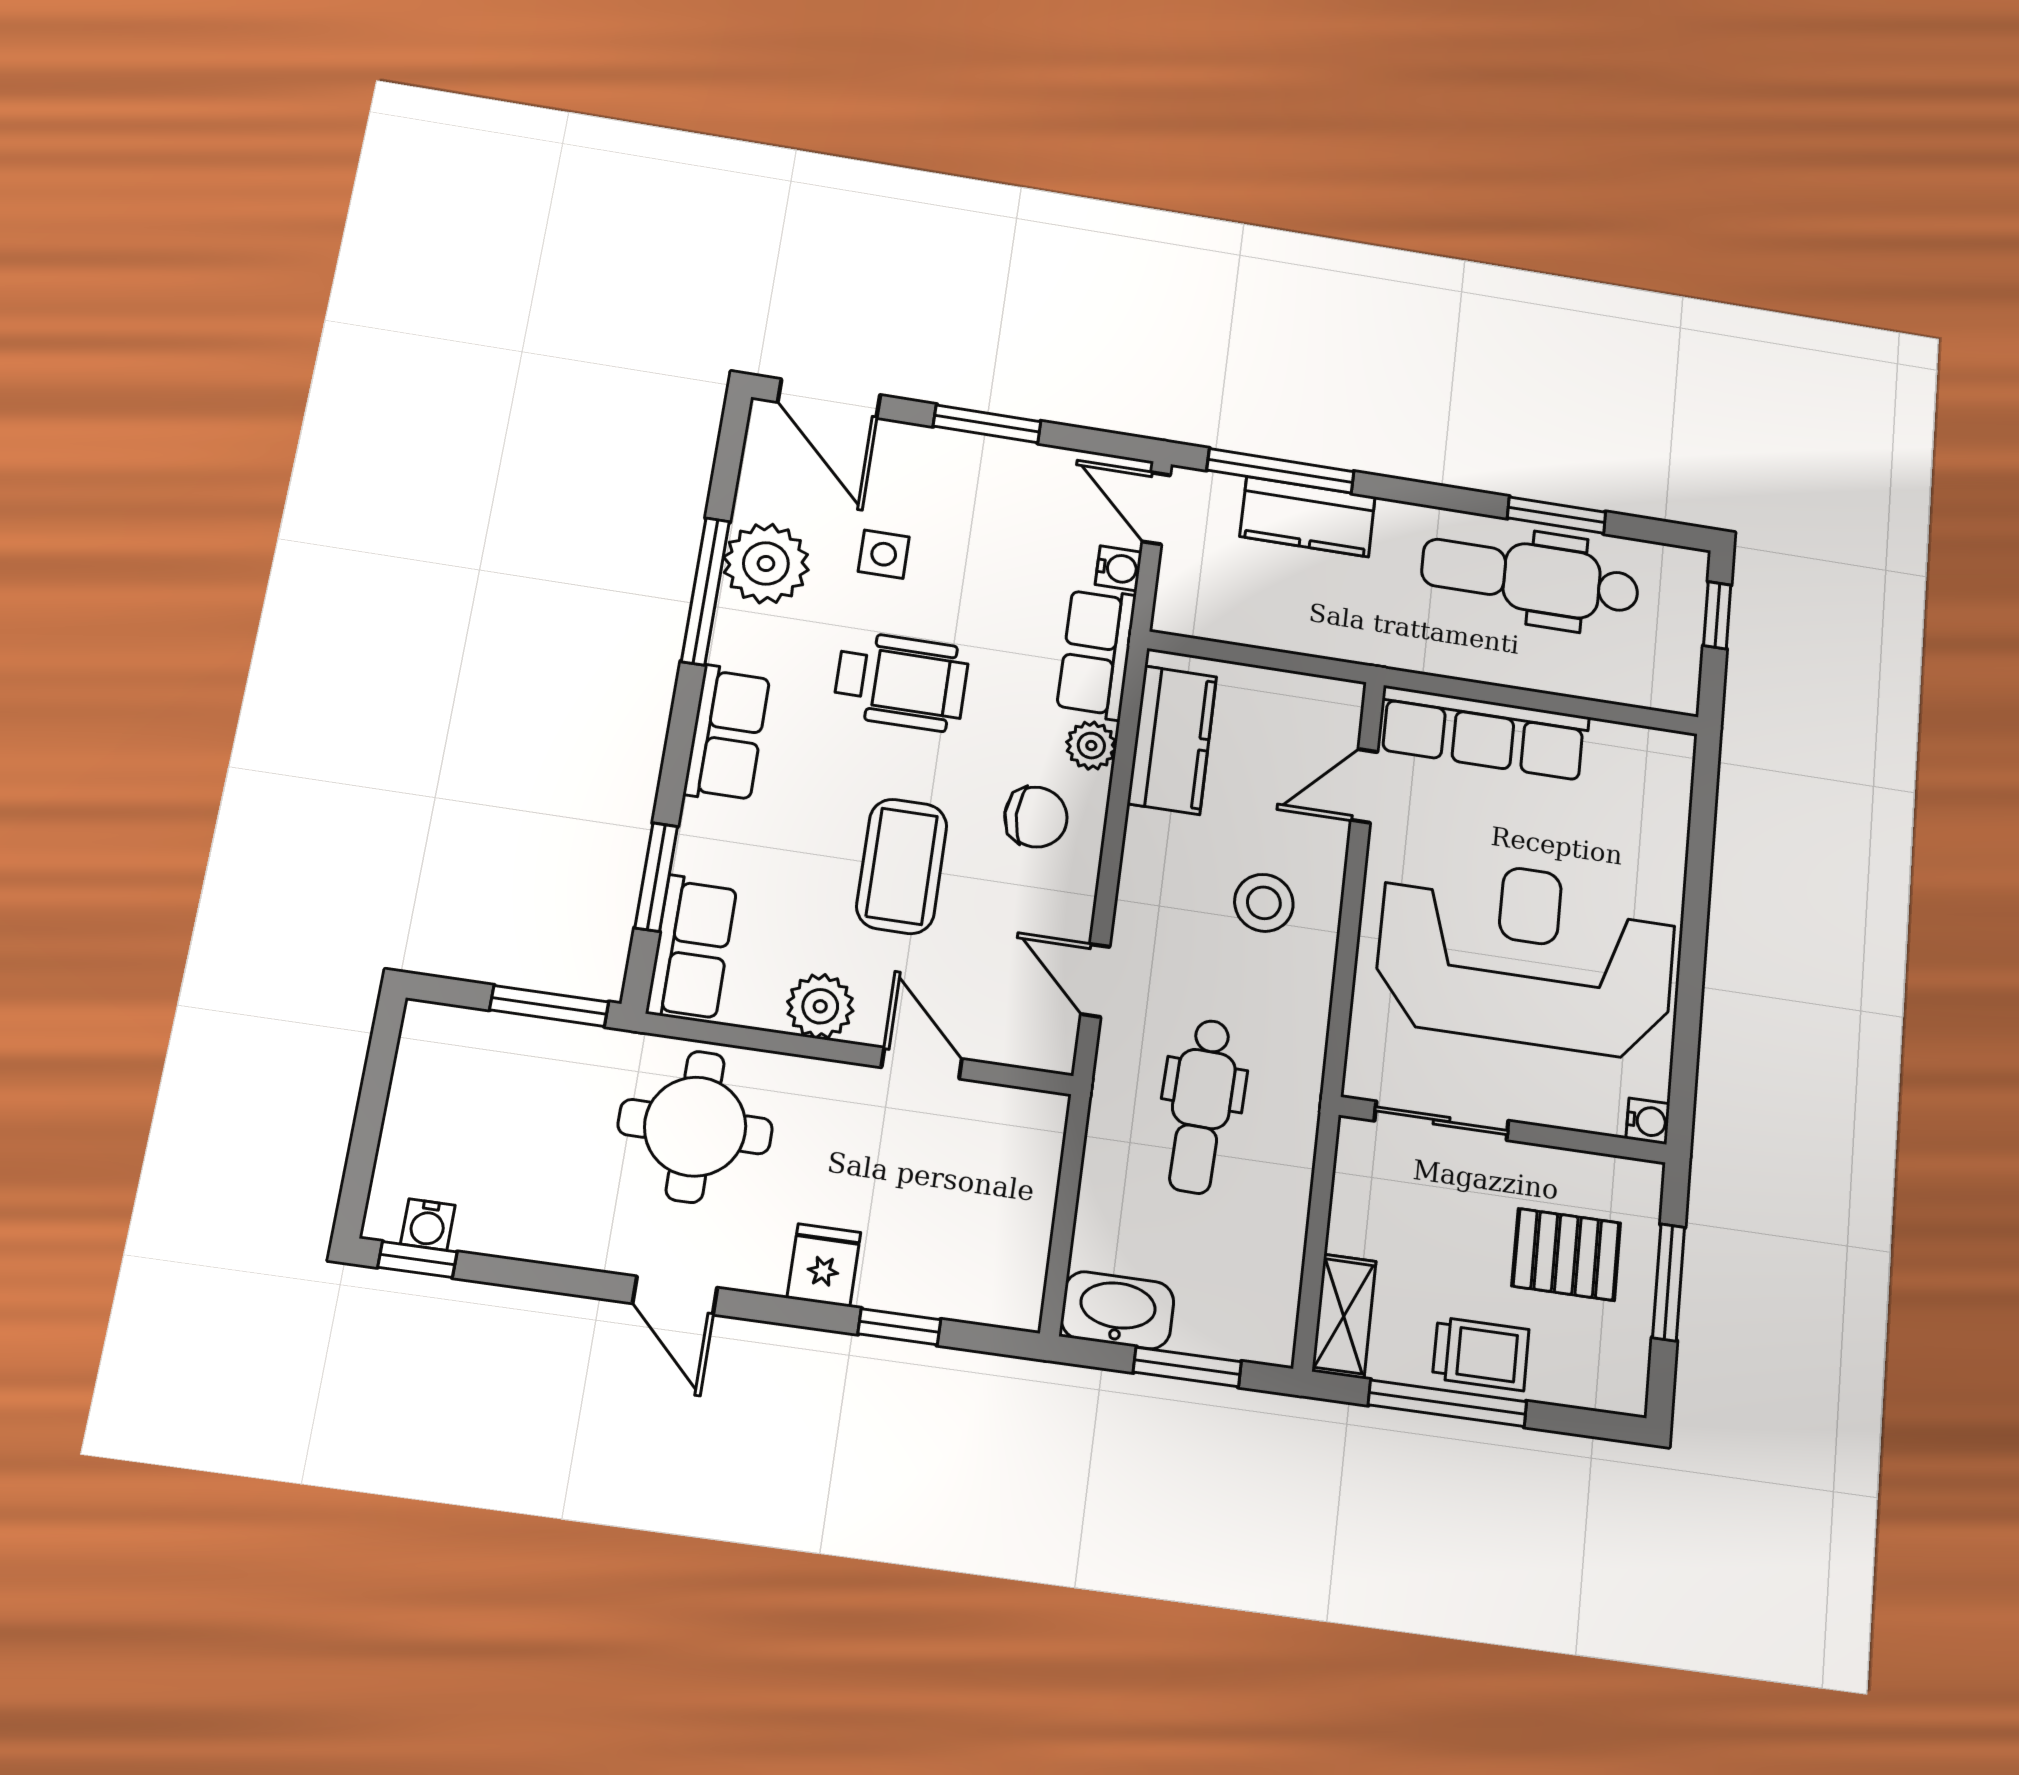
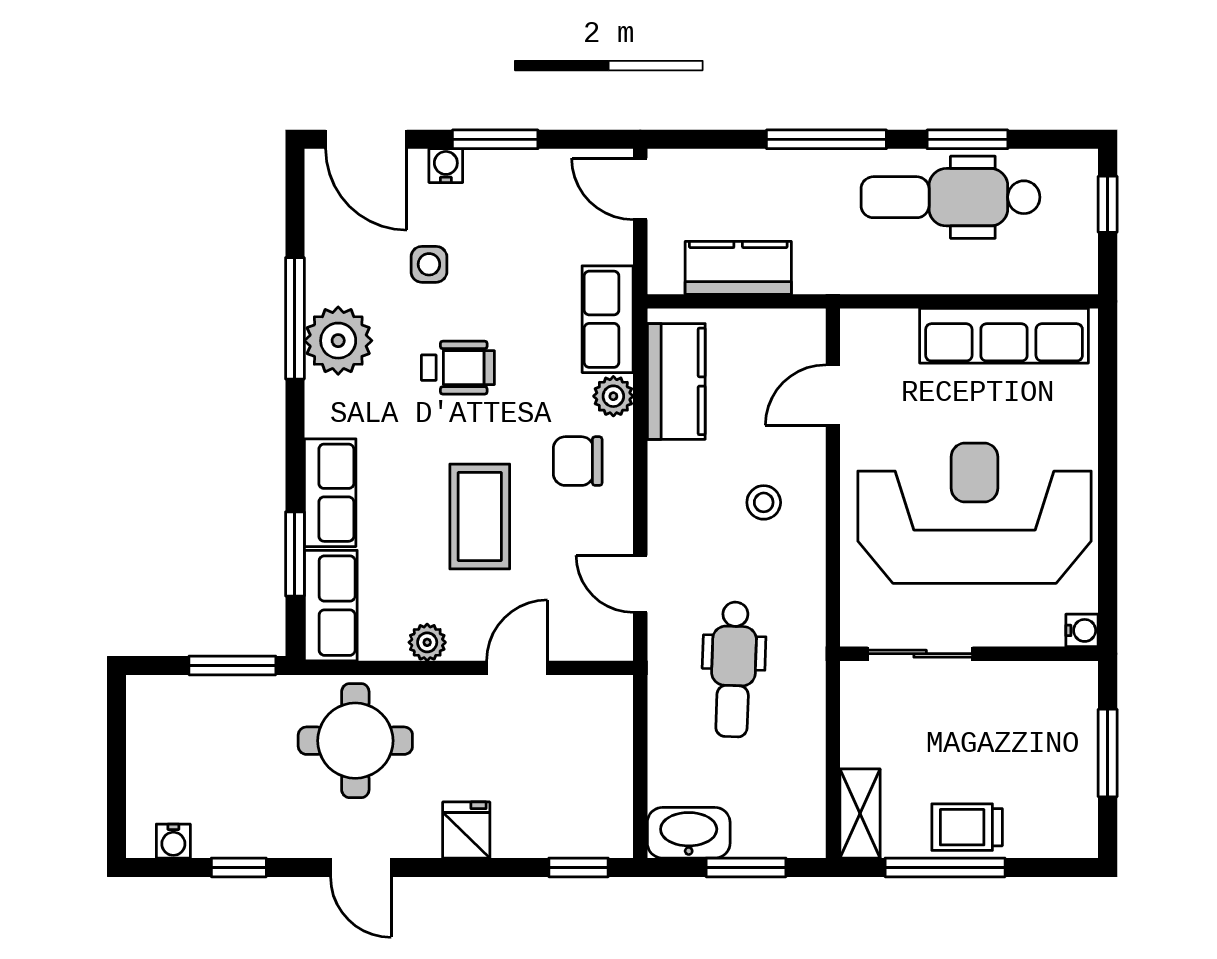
window: (1280, 471) -> (826, 139), moved
kitchen counter: (1308, 517) -> (738, 268), moved, turned 180
plant: (766, 564) -> (338, 341), moved
water cooler: (1118, 568) -> (446, 166), moved, turned -90
wheelchair: (901, 681) -> (458, 368), width x0.73, depth x0.73
row of seats: (1484, 733) -> (1004, 336), moved
row of seats: (727, 734) -> (330, 493), moved
chair: (1036, 817) -> (578, 461), turned 180
stool: (1264, 903) -> (764, 502), width x0.73, depth x0.73
plant: (820, 1006) -> (427, 642), width x0.73, depth x0.73
door: (922, 1063) -> (517, 668), hinge flipped
pallet: (1566, 1254) -> (1026, 743), removed
window: (417, 1260) -> (239, 867), moved
window: (899, 1327) -> (578, 867), moved
trolley: (1481, 1354) -> (967, 827), turned 180

